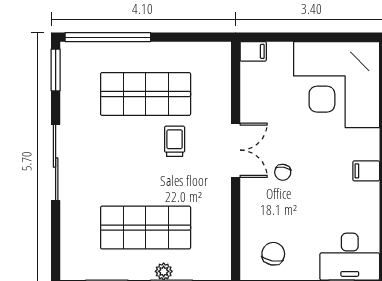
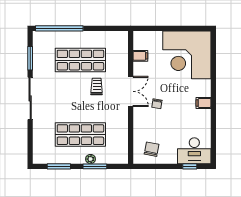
filing cabinet: (253, 51) -> (140, 56), moved
window: (56, 70) -> (30, 58), moved

